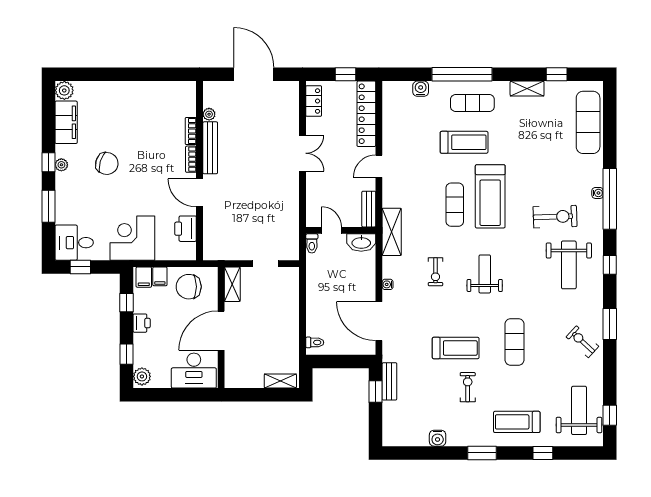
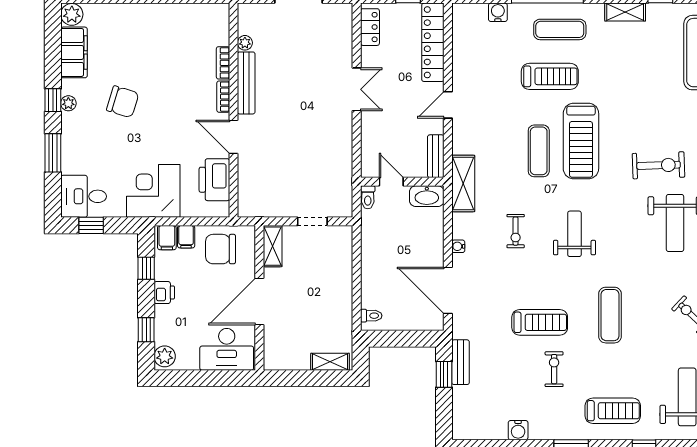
printer: (186, 229) -> (214, 180), width x1.37, depth x1.19
treadmill: (517, 422) -> (613, 411), turned 180

